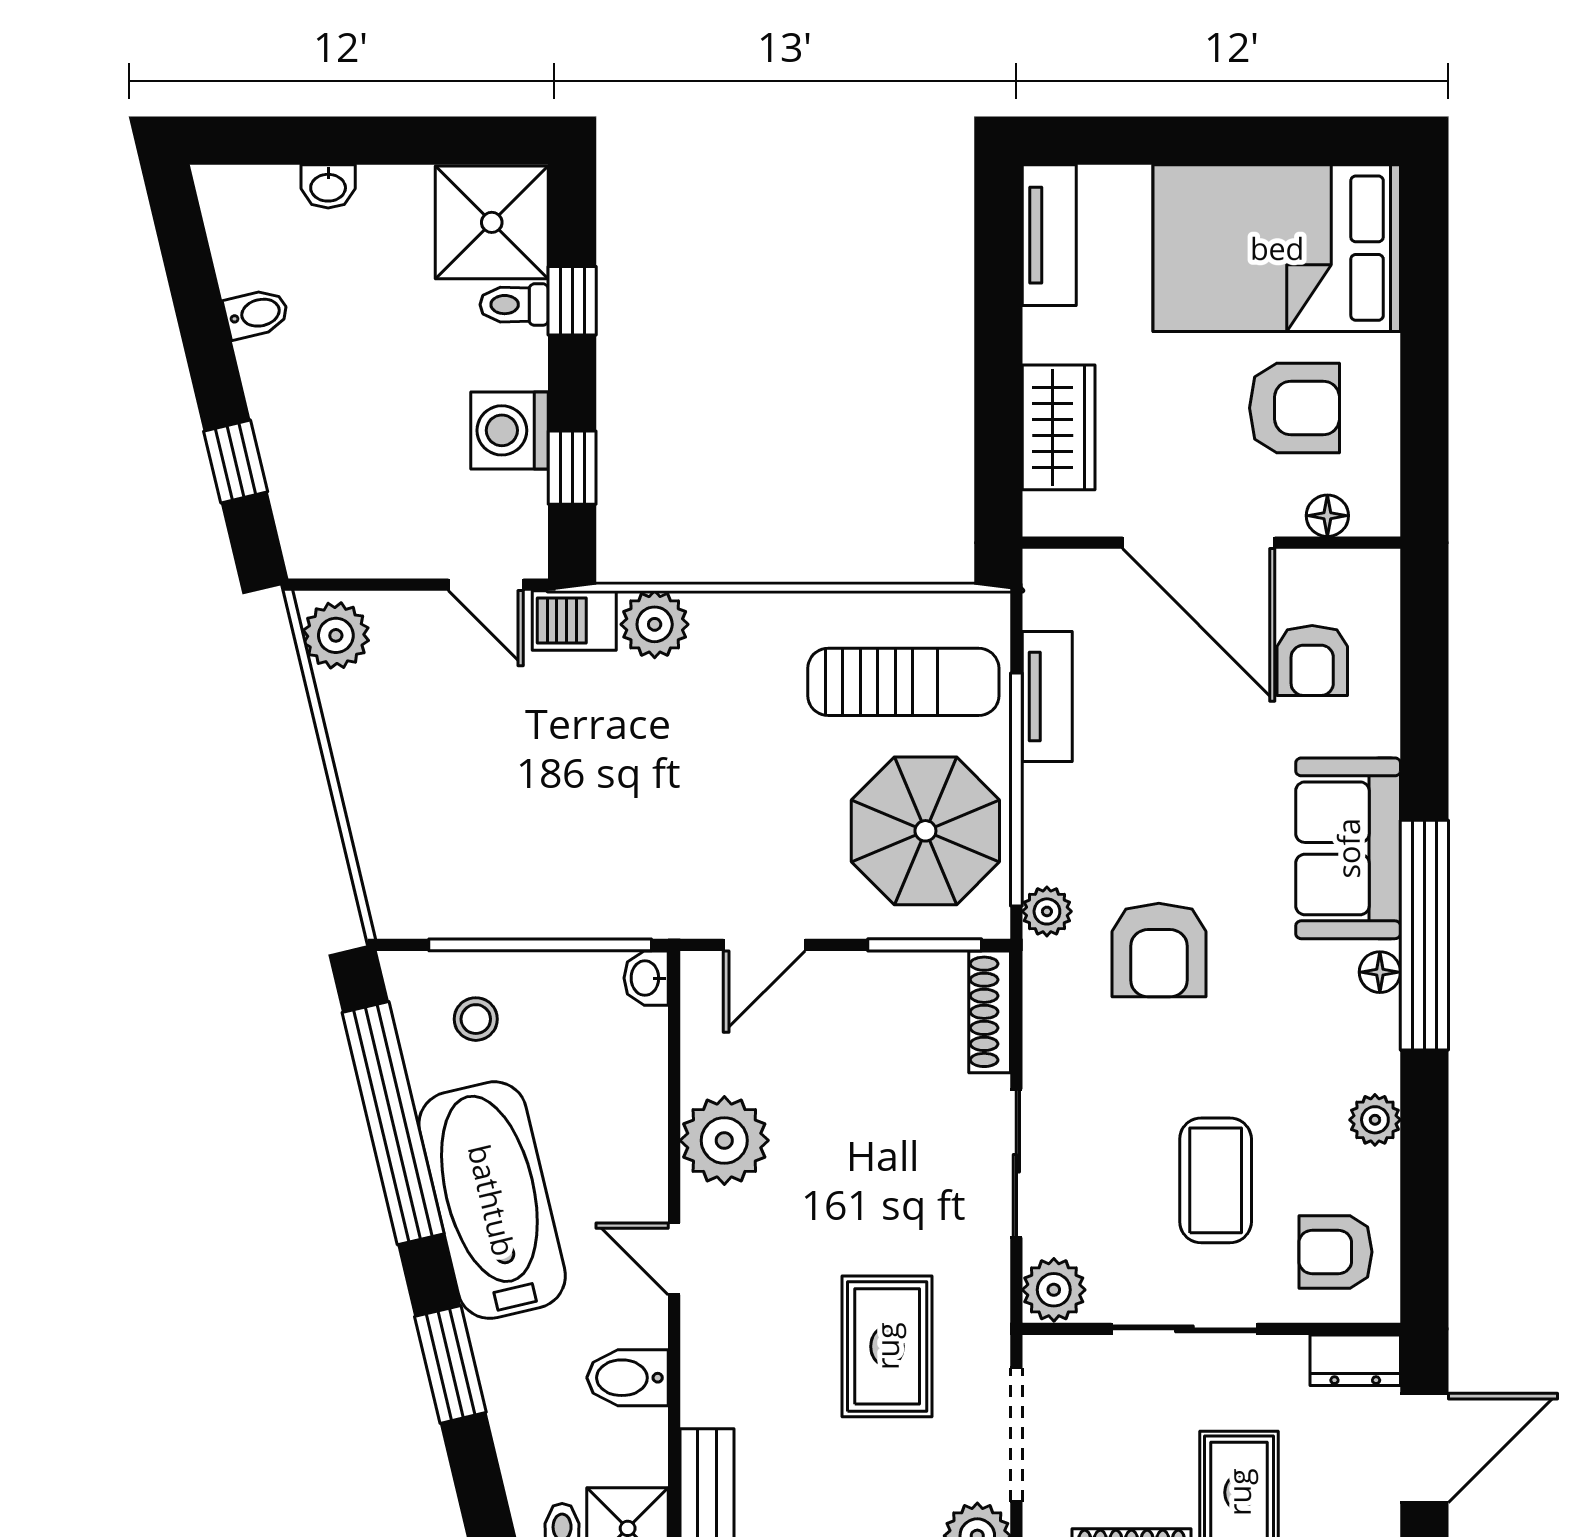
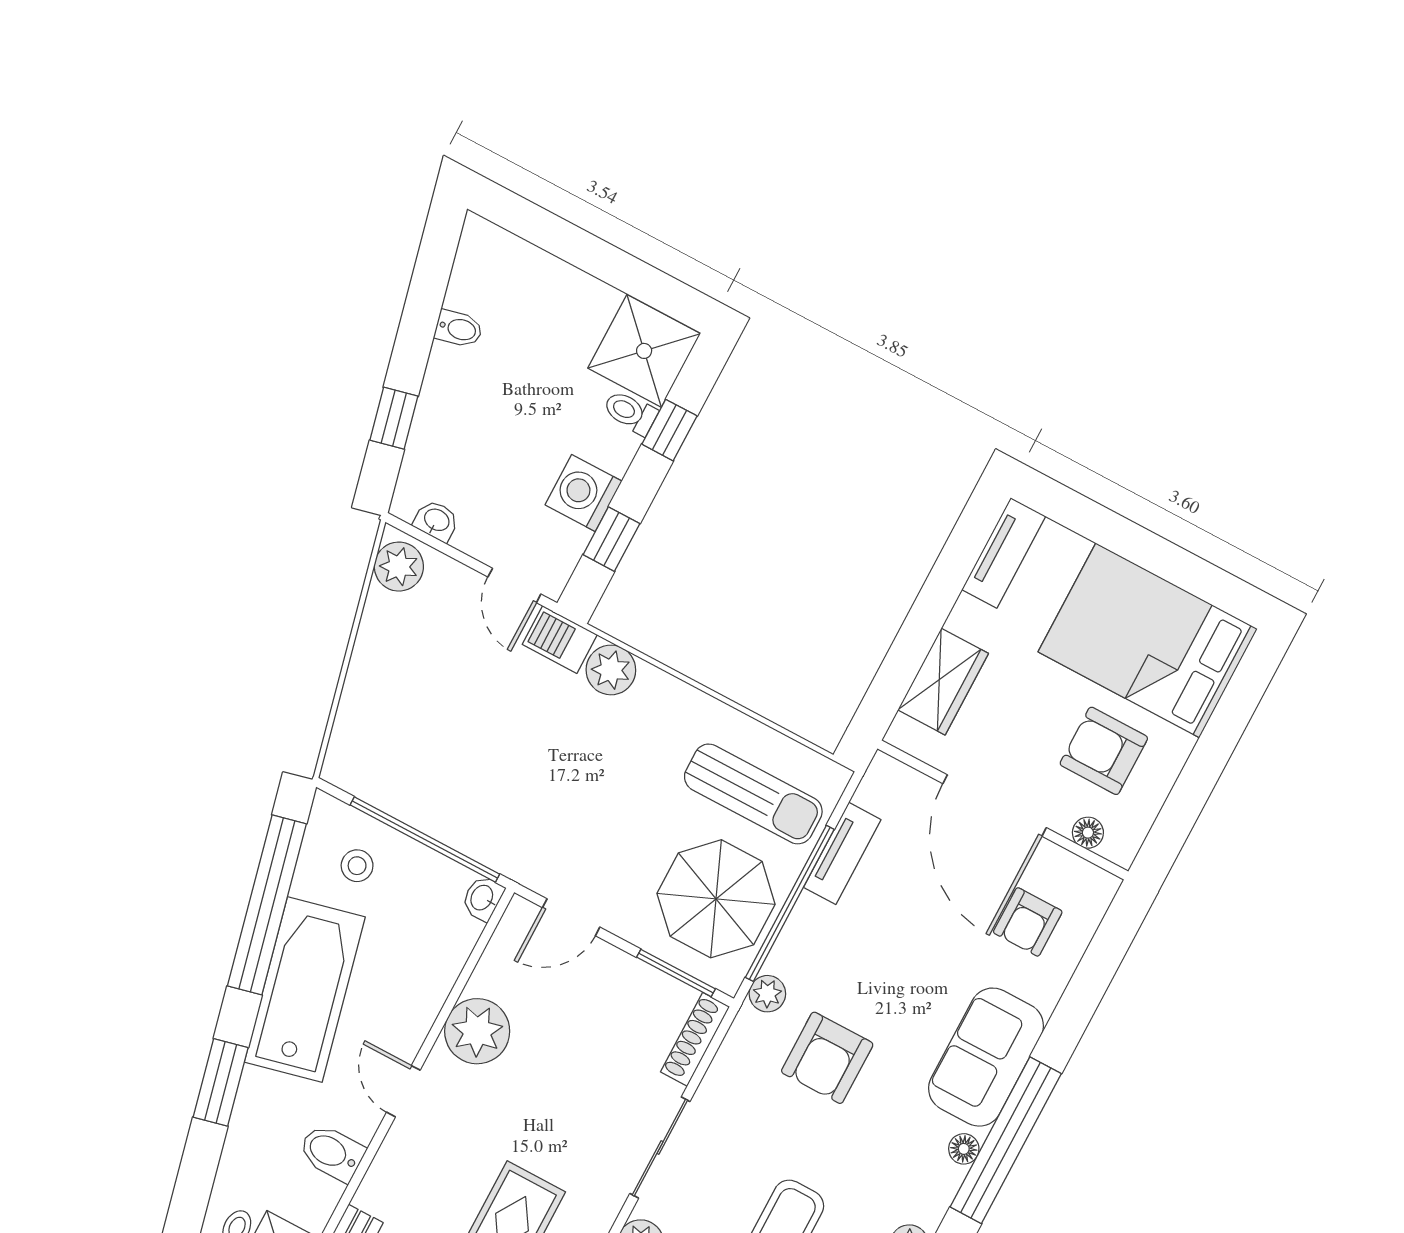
washbasin: (328, 186) -> (436, 521), moved, turned 180
armchair: (1294, 408) -> (1104, 751), turned 180

